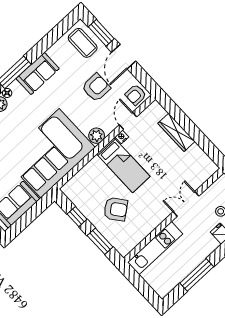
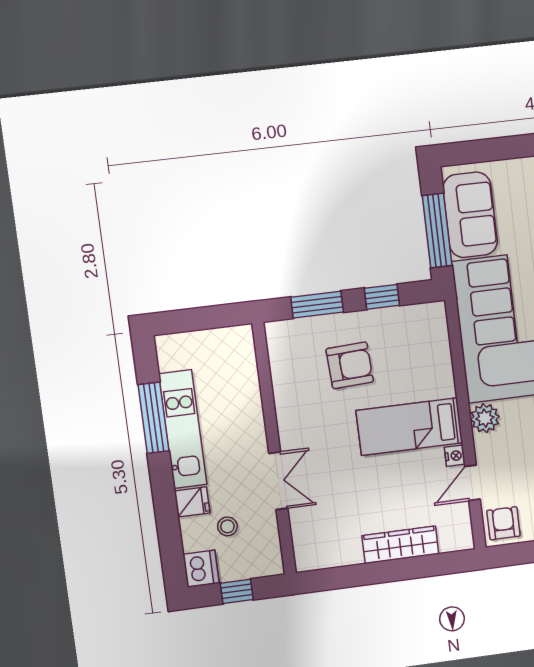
door: (128, 121) -> (473, 483), swing flipped
armchair: (116, 209) -> (350, 365), turned -145
window: (32, 214) -> (437, 231), added
kitchen unit: (155, 248) -> (183, 429), moved, turned 180

